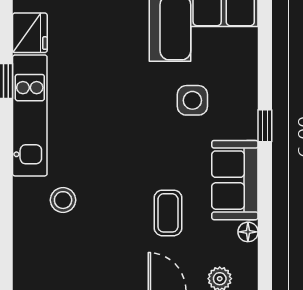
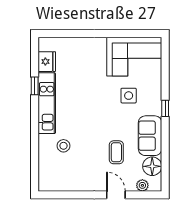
floor lamp: (248, 232) -> (152, 166), width x1.89, depth x1.89

